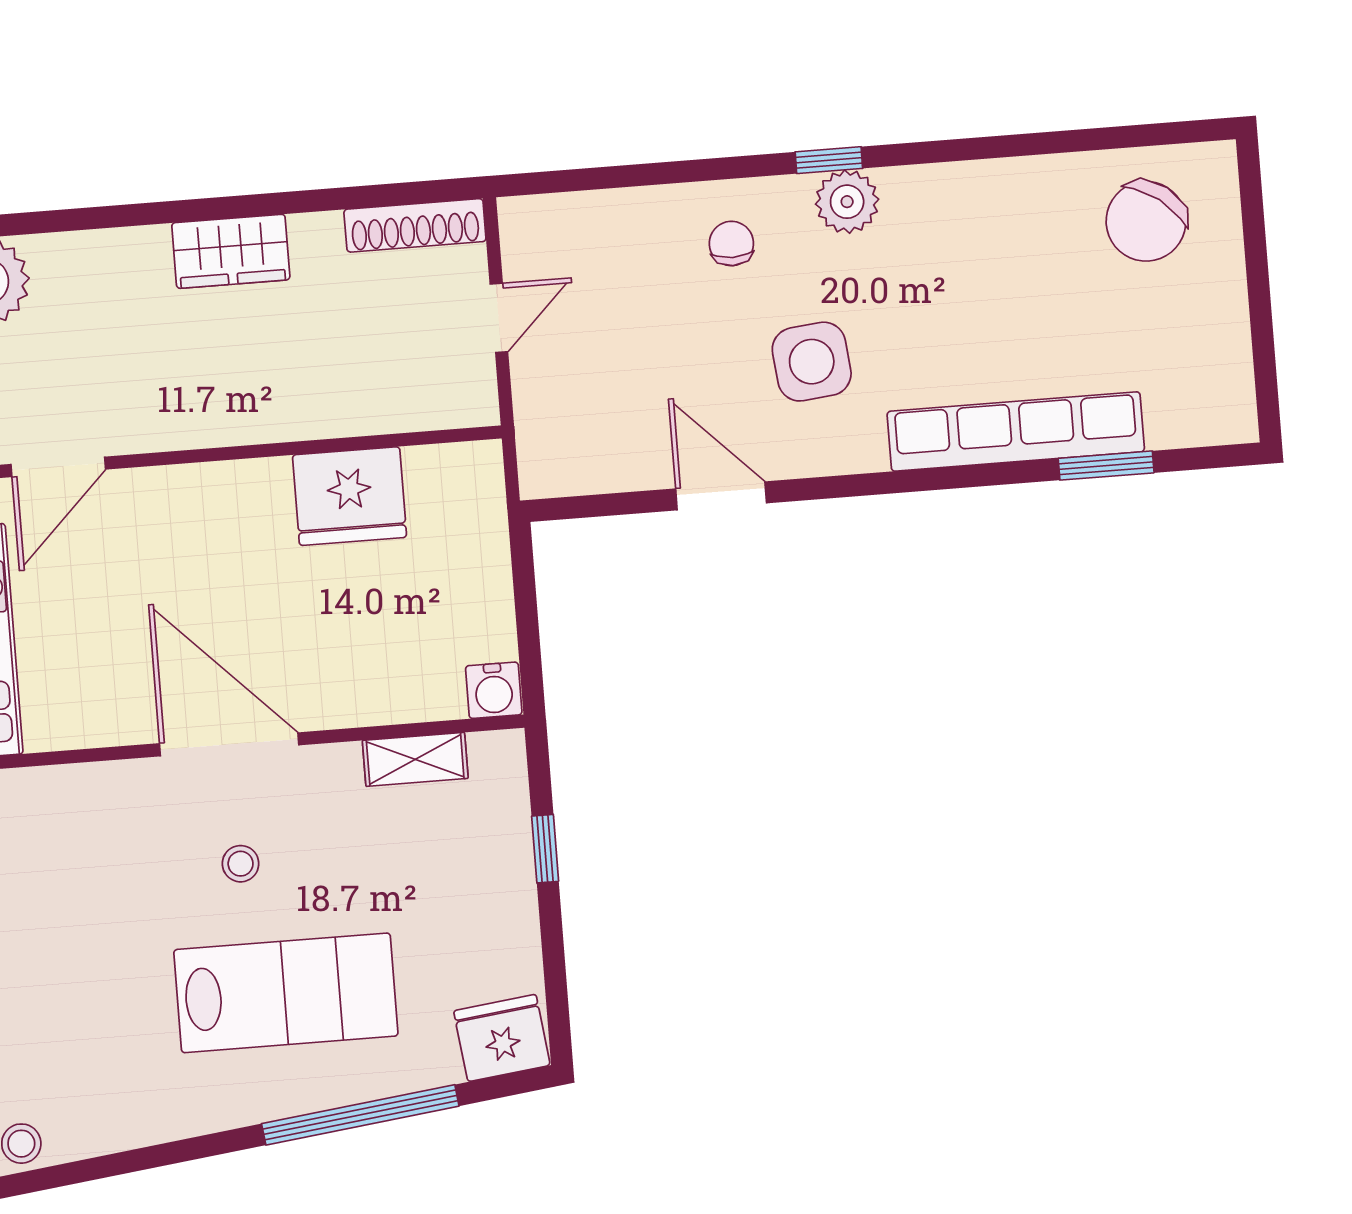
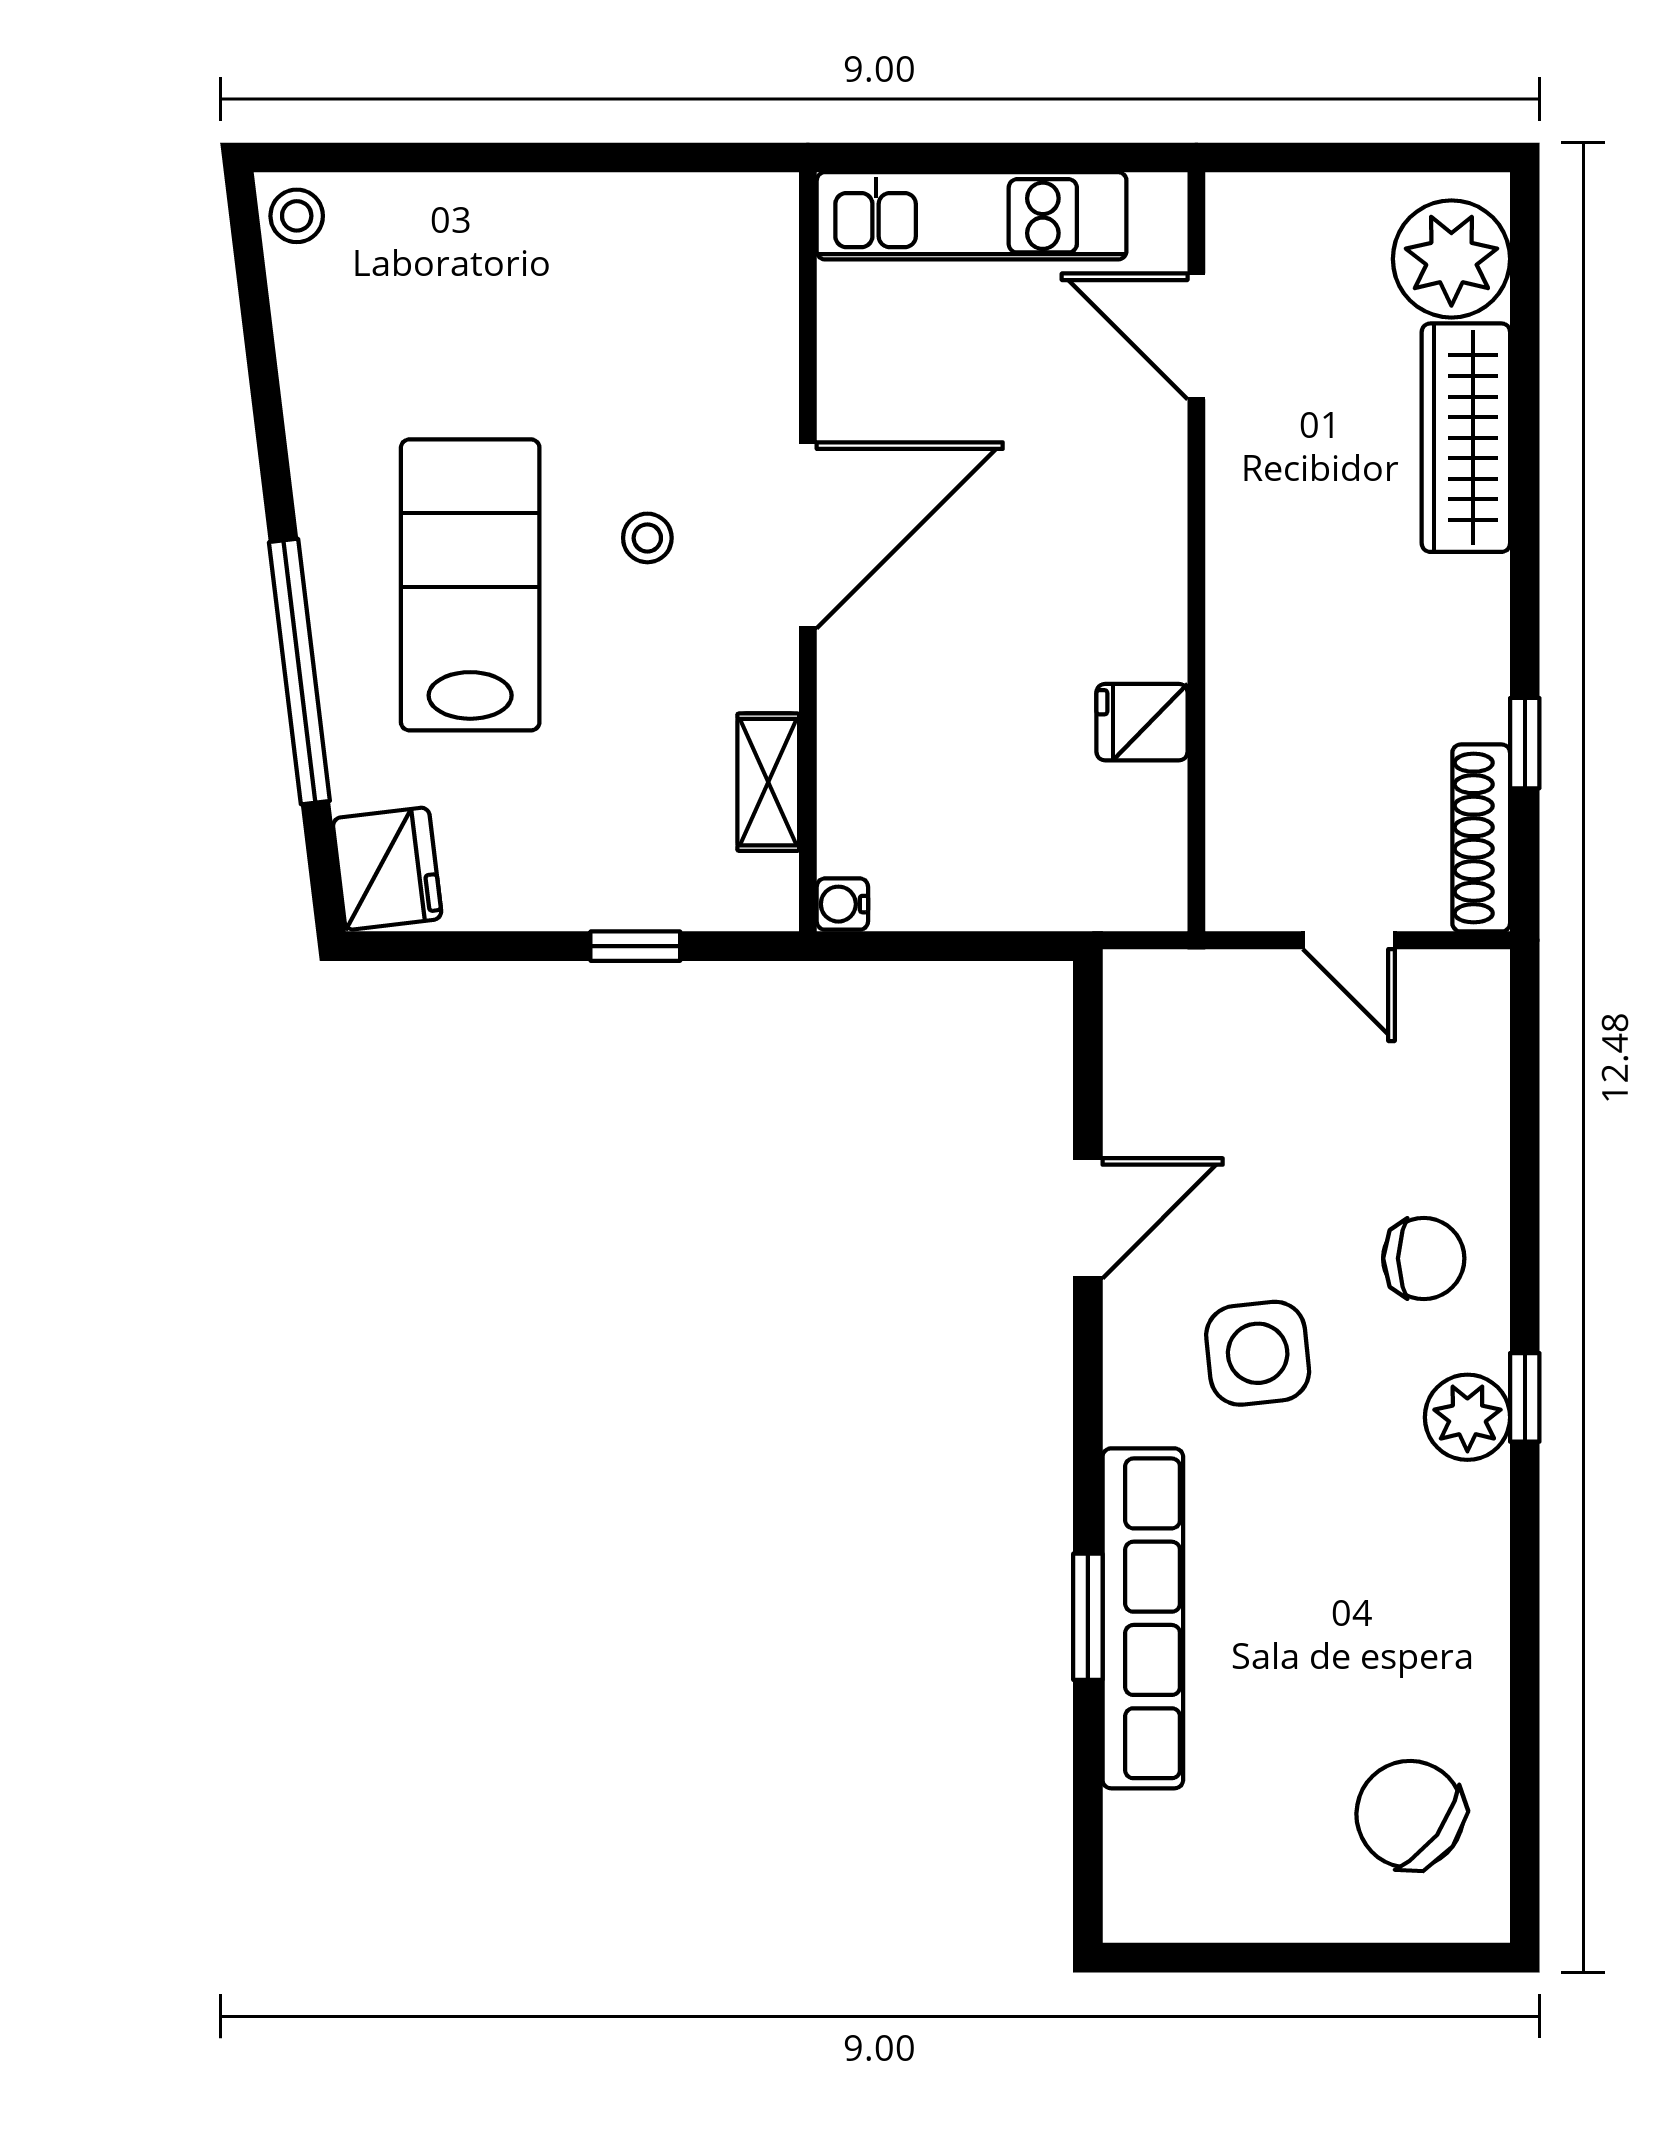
window: (342, 199) -> (1525, 743), added
chair: (731, 243) -> (1424, 1258), width x1.37, depth x1.37
wardrobe: (231, 251) -> (1466, 438), moved, width x1.50
window: (1106, 466) -> (1088, 1617), moved
fridge: (350, 496) -> (1142, 722), width x0.53, depth x0.75
water cooler: (494, 690) -> (842, 904), width x0.72, depth x0.72
lab bench: (286, 993) -> (470, 585), turned 180

